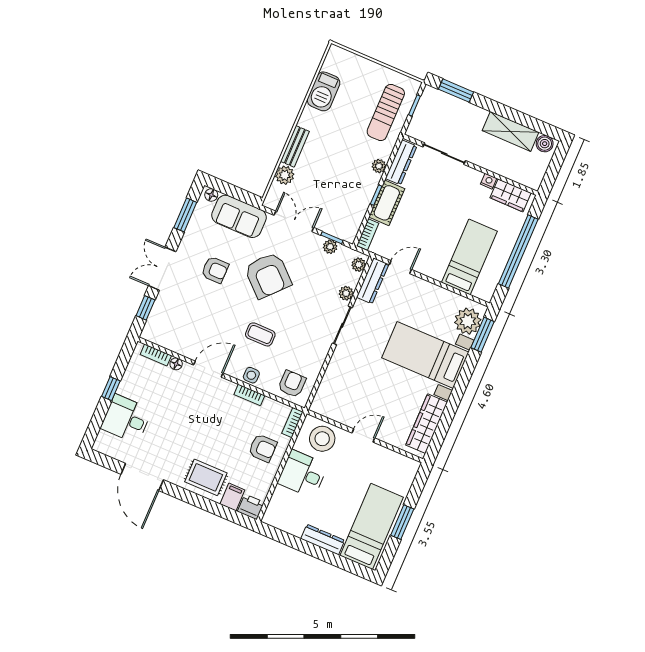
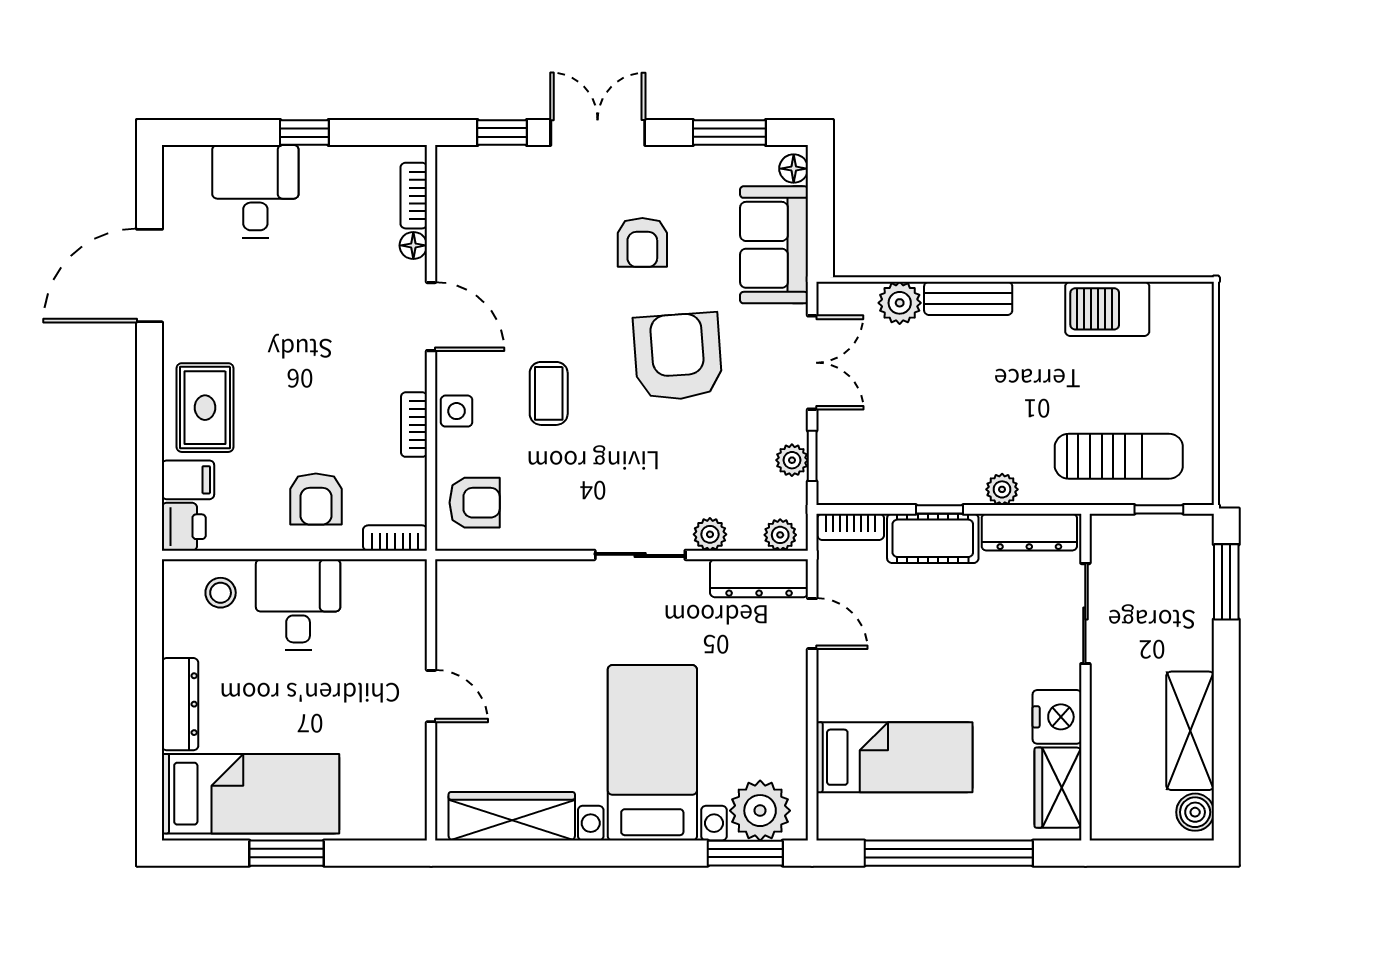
sun lounger: (386, 112) -> (1119, 456), turned 180
nightstand: (489, 181) -> (1057, 717), width x1.89, depth x1.79
armchair: (268, 275) -> (678, 357), turned 133
stool: (322, 439) -> (221, 593), moved, width x0.53, depth x0.53

